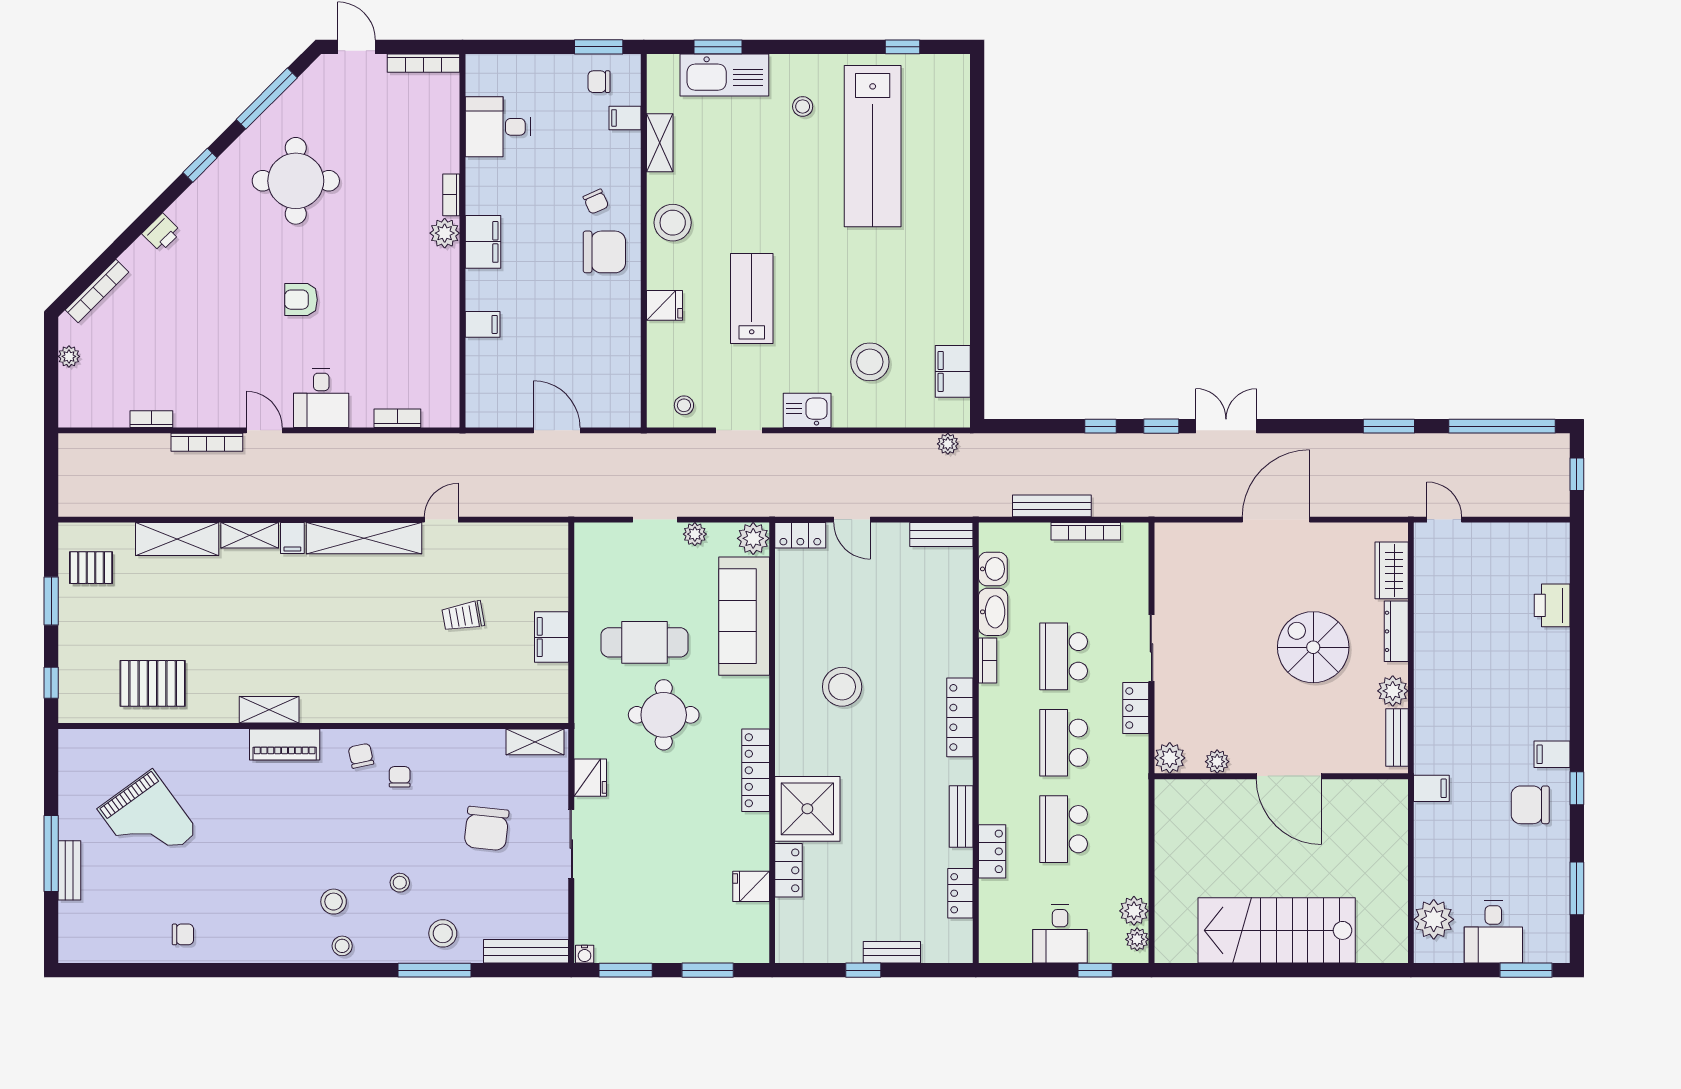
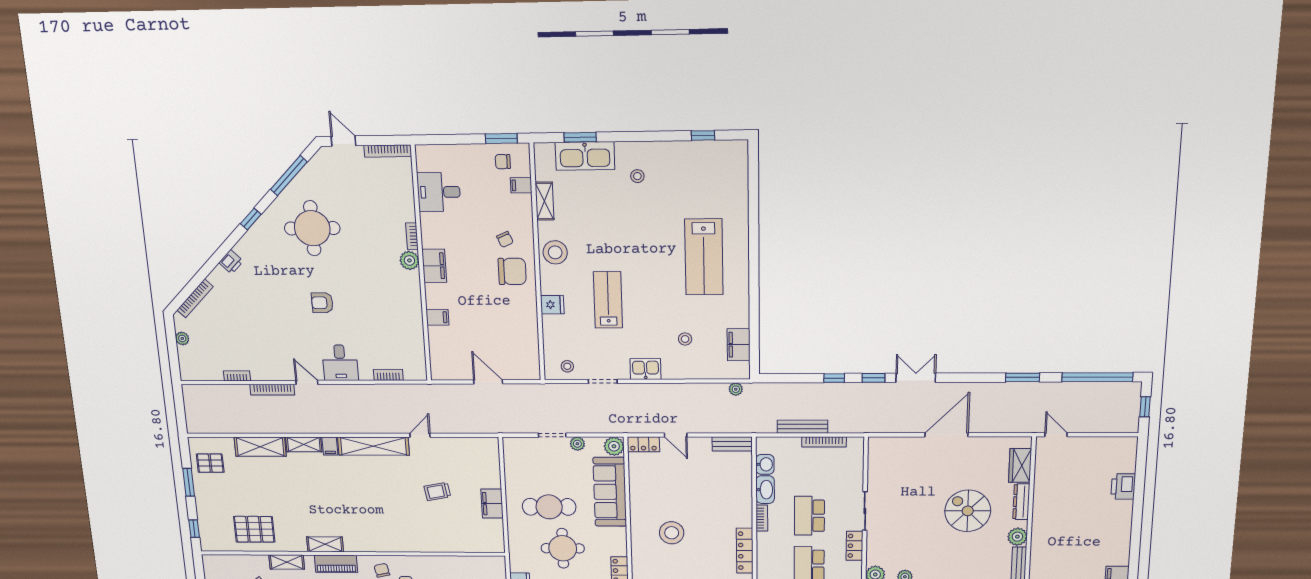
lab bench: (873, 146) -> (704, 257), moved, width x0.73
stool: (870, 362) -> (685, 339), width x0.53, depth x0.53
shelving: (535, 742) -> (287, 562), moved

